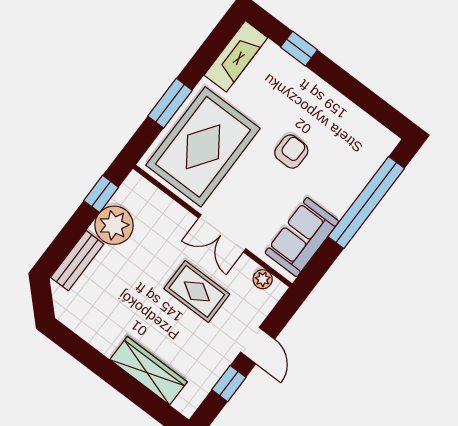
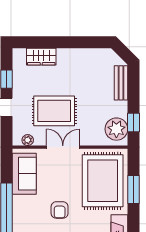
plant: (114, 225) -> (116, 129), moved
rug: (197, 291) -> (54, 111), width x1.36, depth x1.43
wardrobe: (148, 371) -> (41, 57), width x0.67

